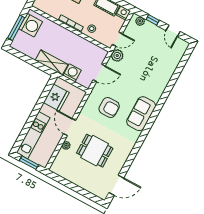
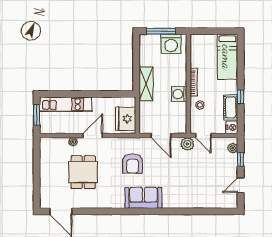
washing machine: (72, 73) -> (179, 94), moved, turned 180
fridge: (56, 98) -> (126, 119), moved, turned 90

